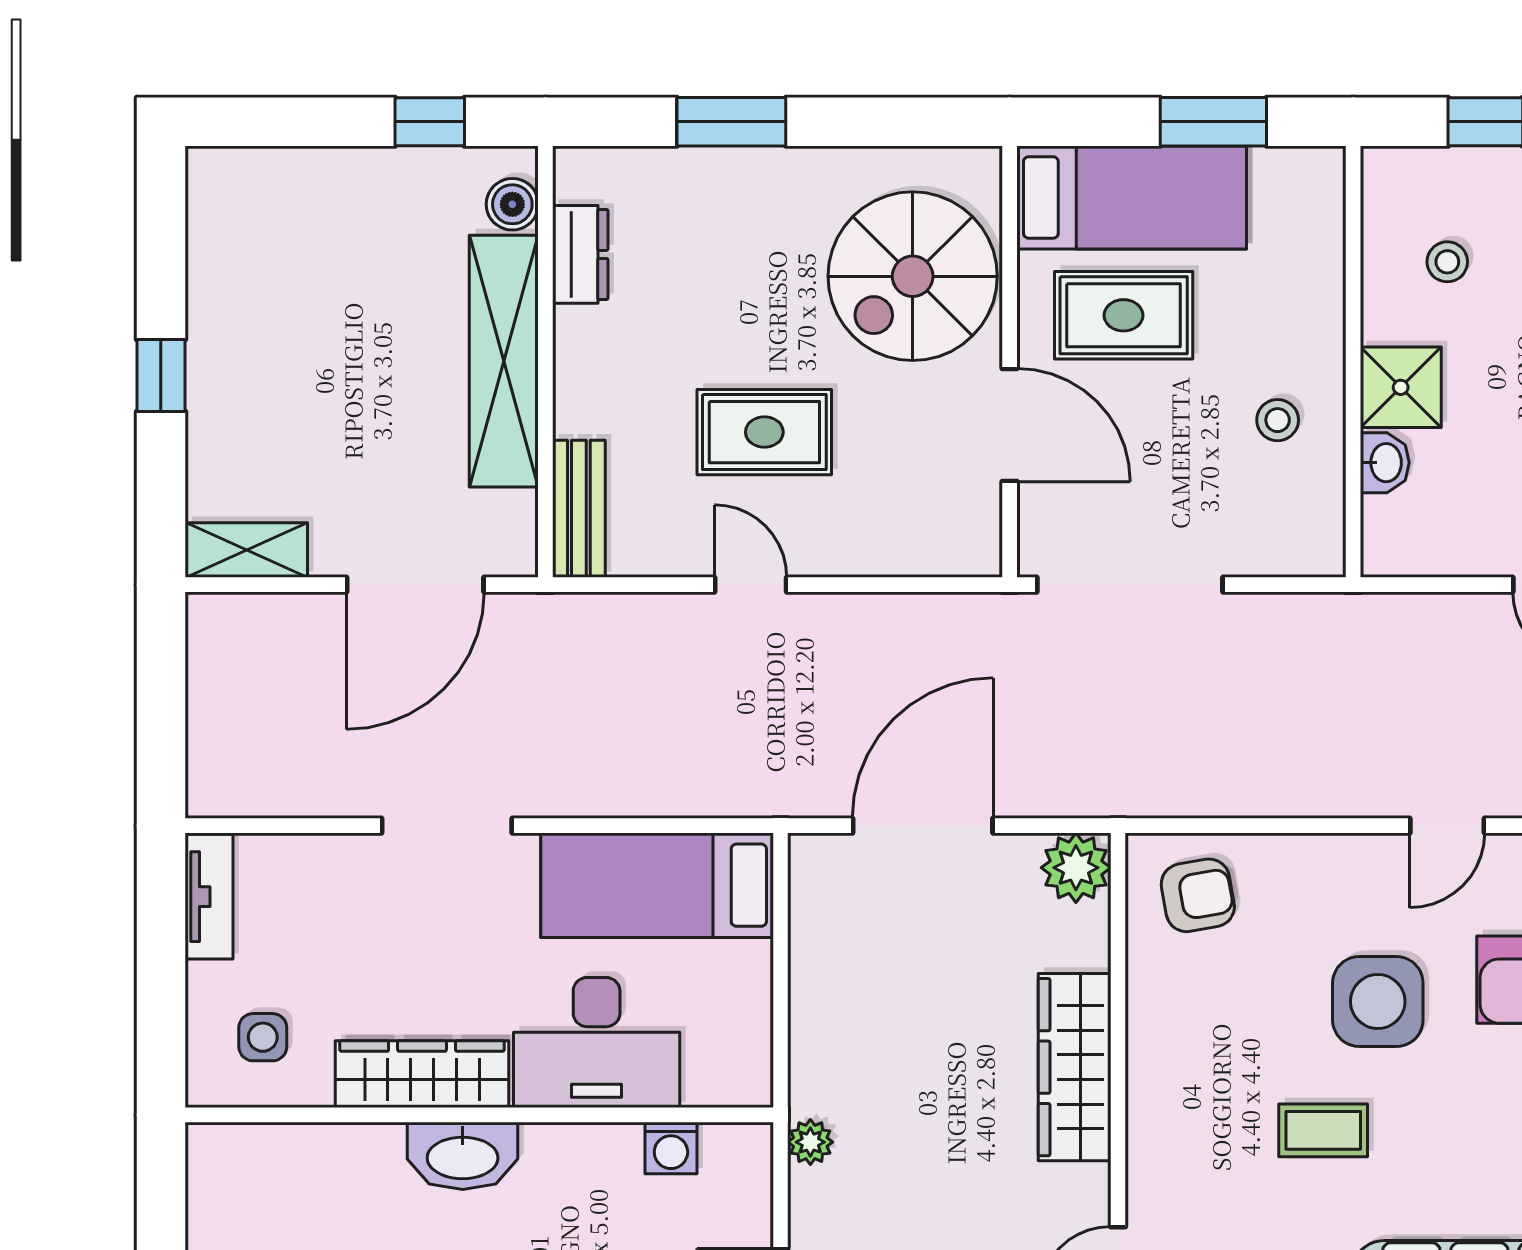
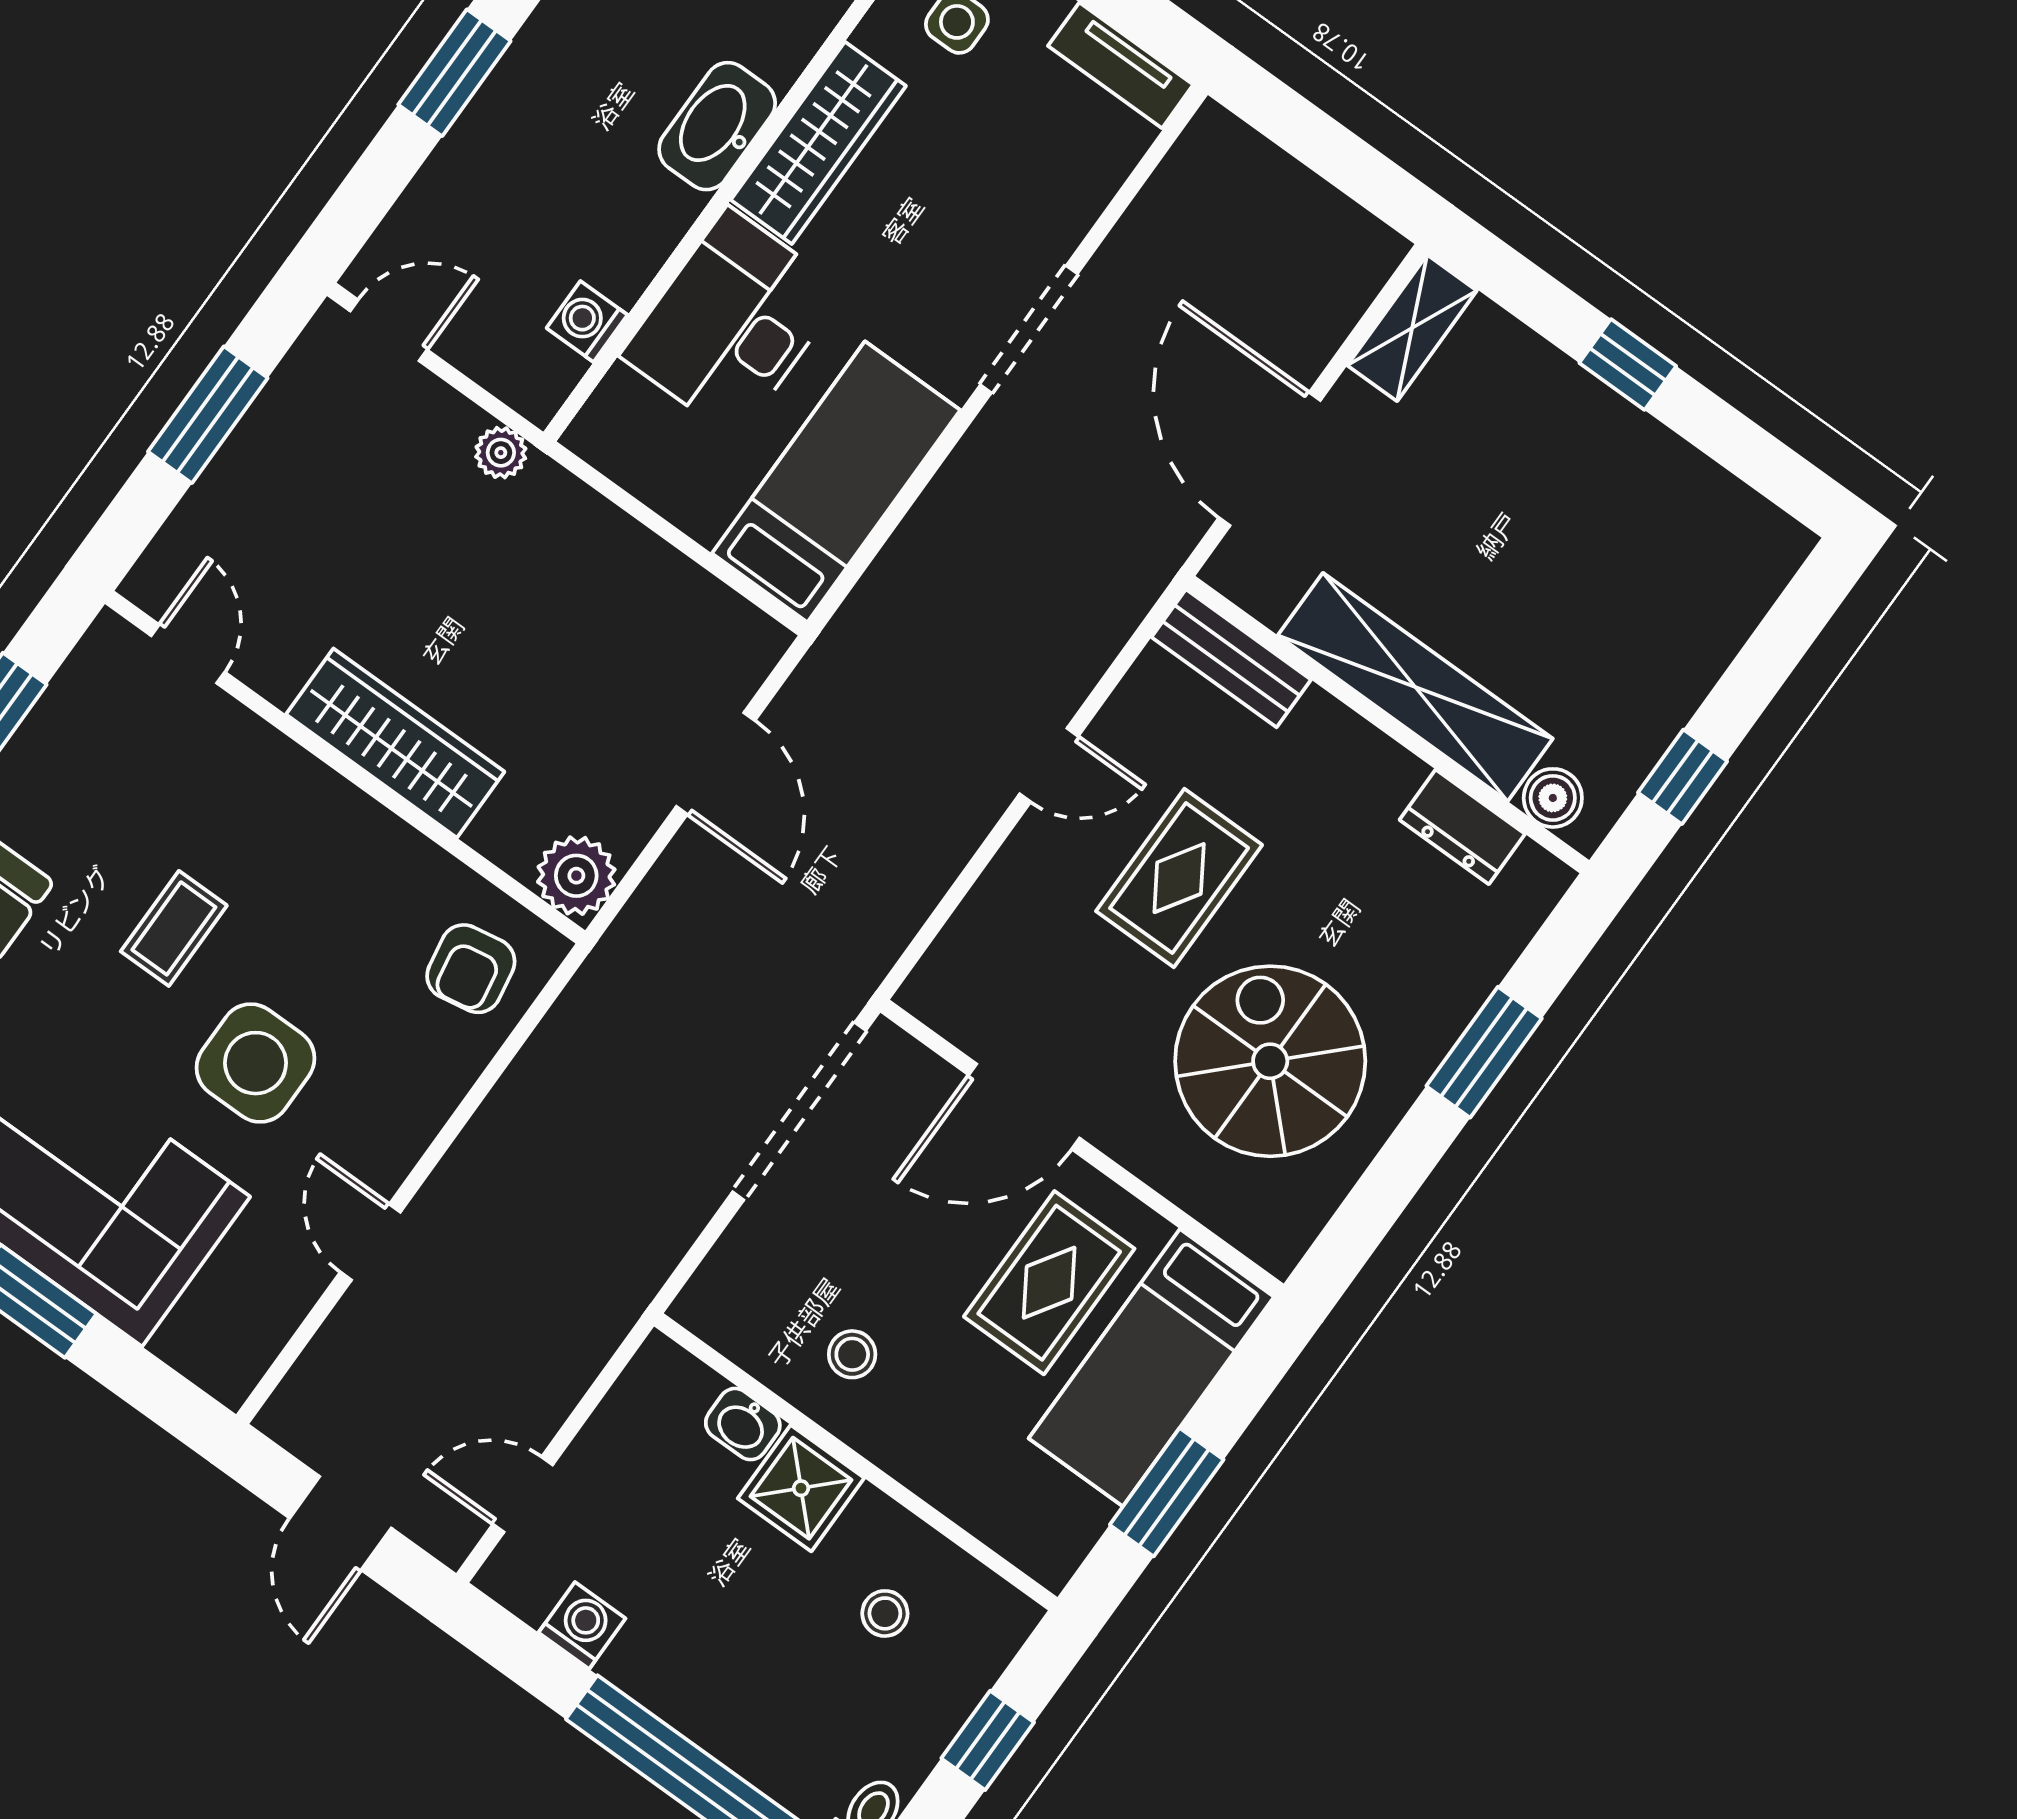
spiral stairs: (913, 276) -> (1270, 1061), moved
door: (923, 826) -> (716, 763), width x0.73

